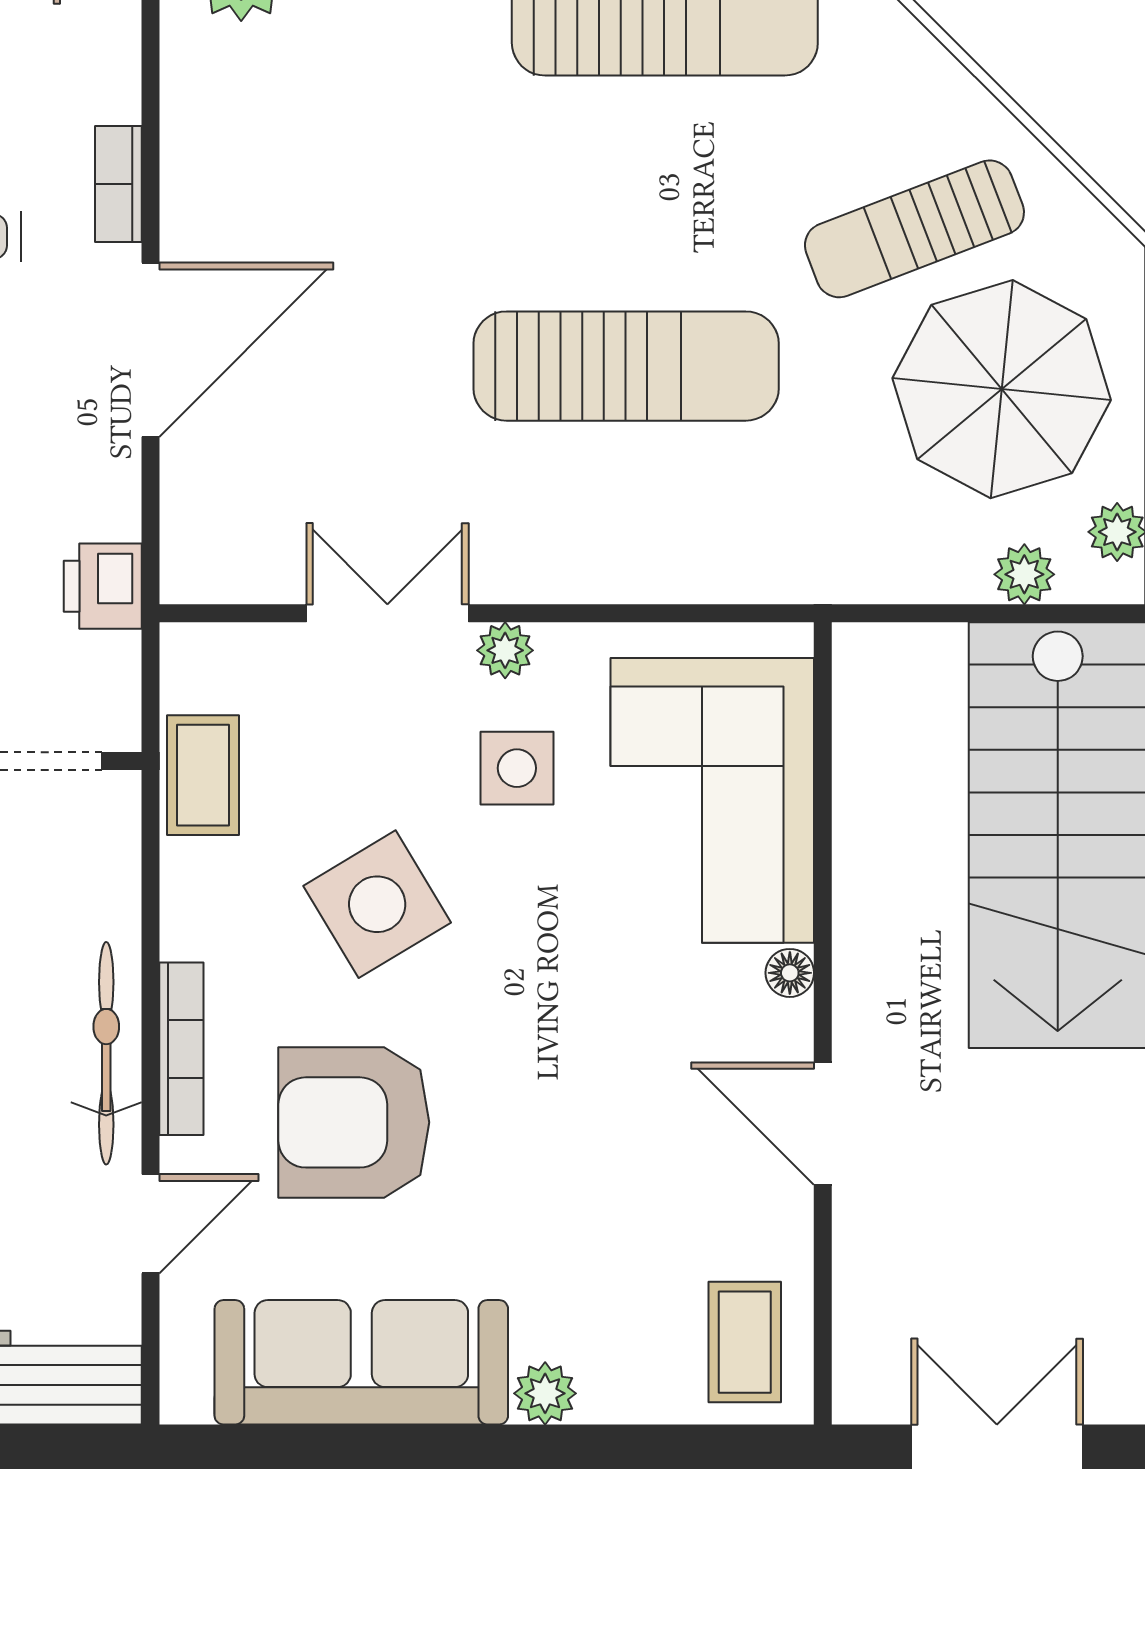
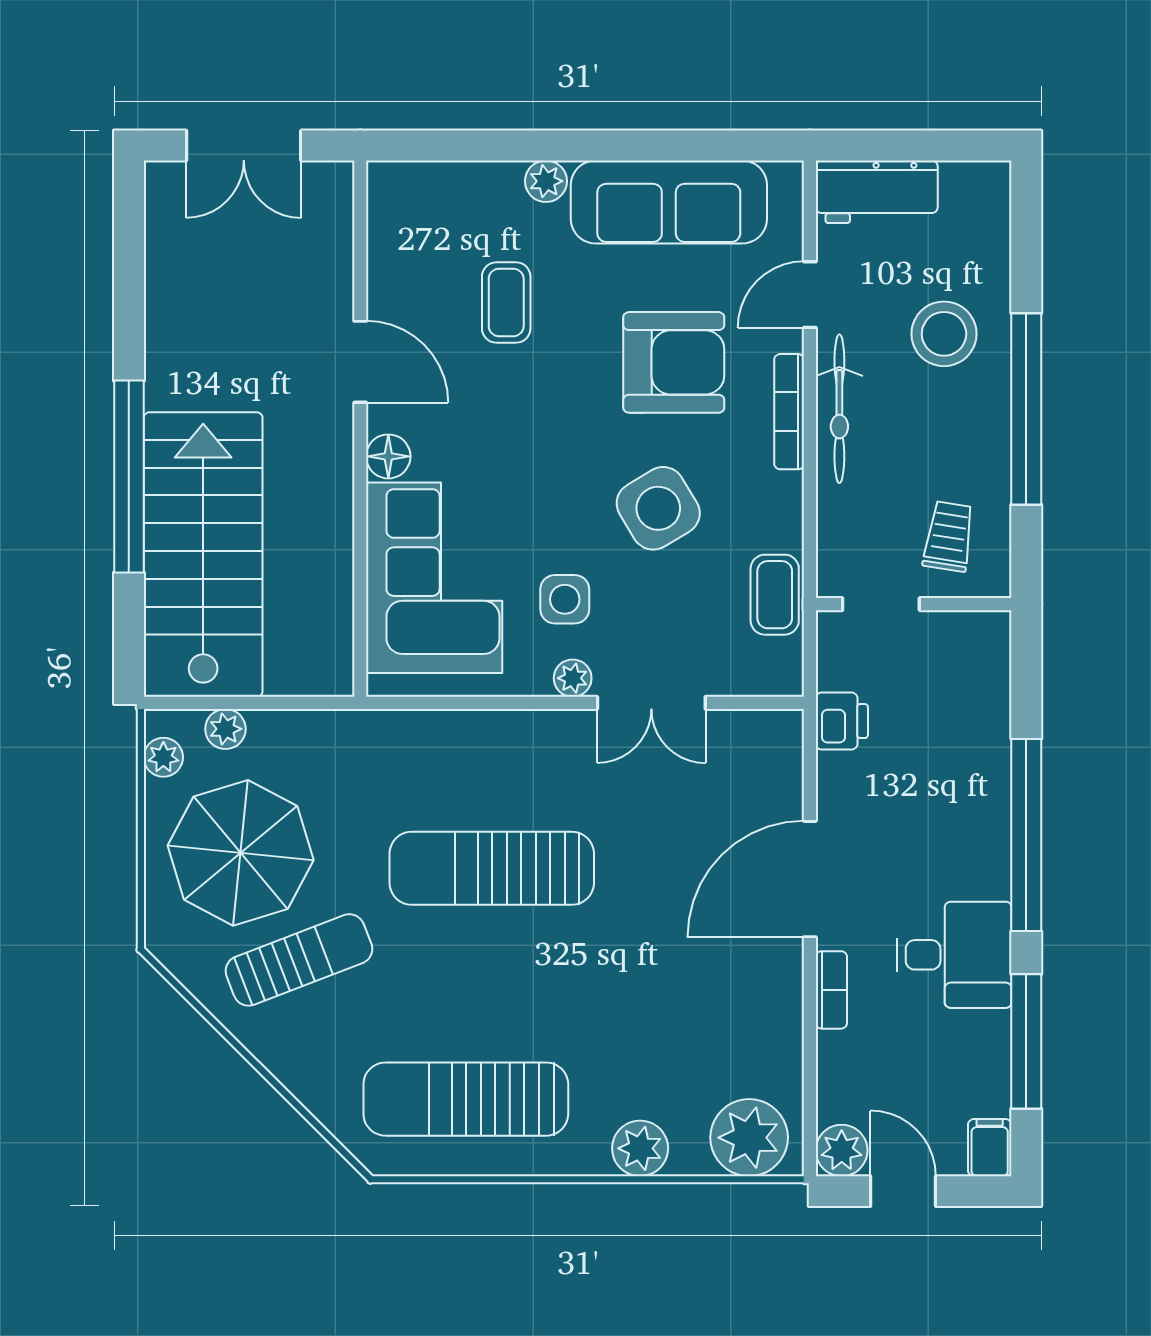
floor lamp: (790, 973) -> (388, 456), width x1.37, depth x1.37
coffee table: (745, 1342) -> (506, 302), moved

